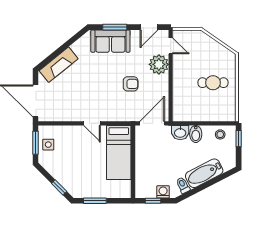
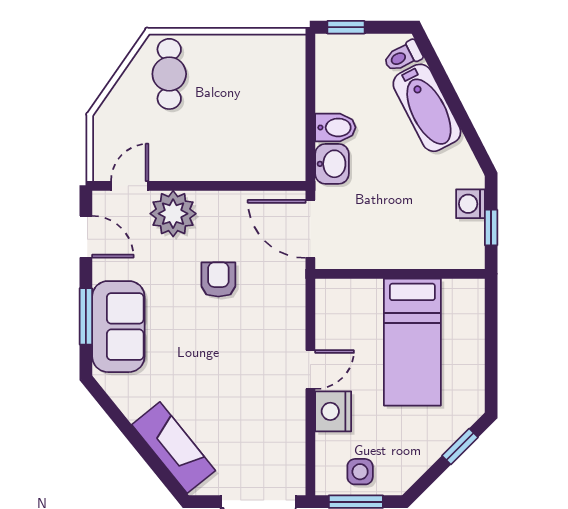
cafe table: (213, 83) -> (169, 74), moved
nightstand: (74, 133) -> (333, 411), added
stool: (220, 134) -> (336, 70), removed
bed: (119, 153) -> (412, 342), moved, turned 90
toilet: (183, 185) -> (403, 56), moved
window: (95, 201) -> (491, 363), removed

